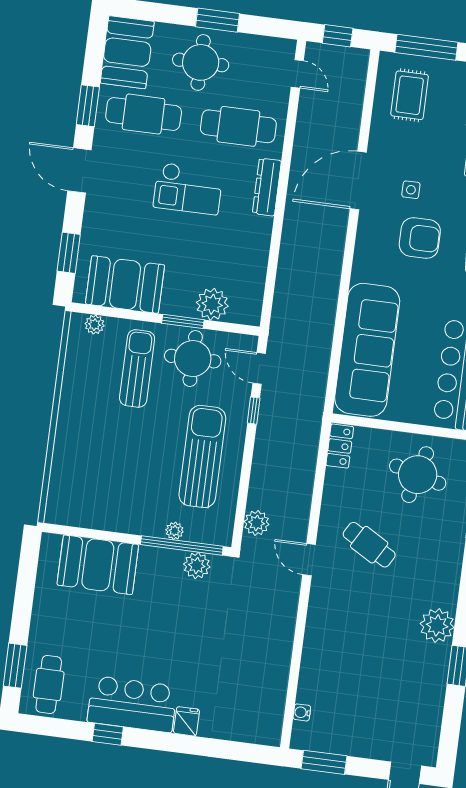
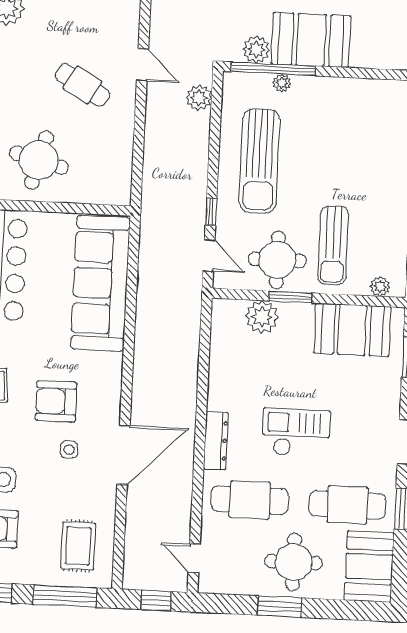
locker: (340, 446) -> (120, 183), removed
booth: (98, 565) -> (311, 40), moved

